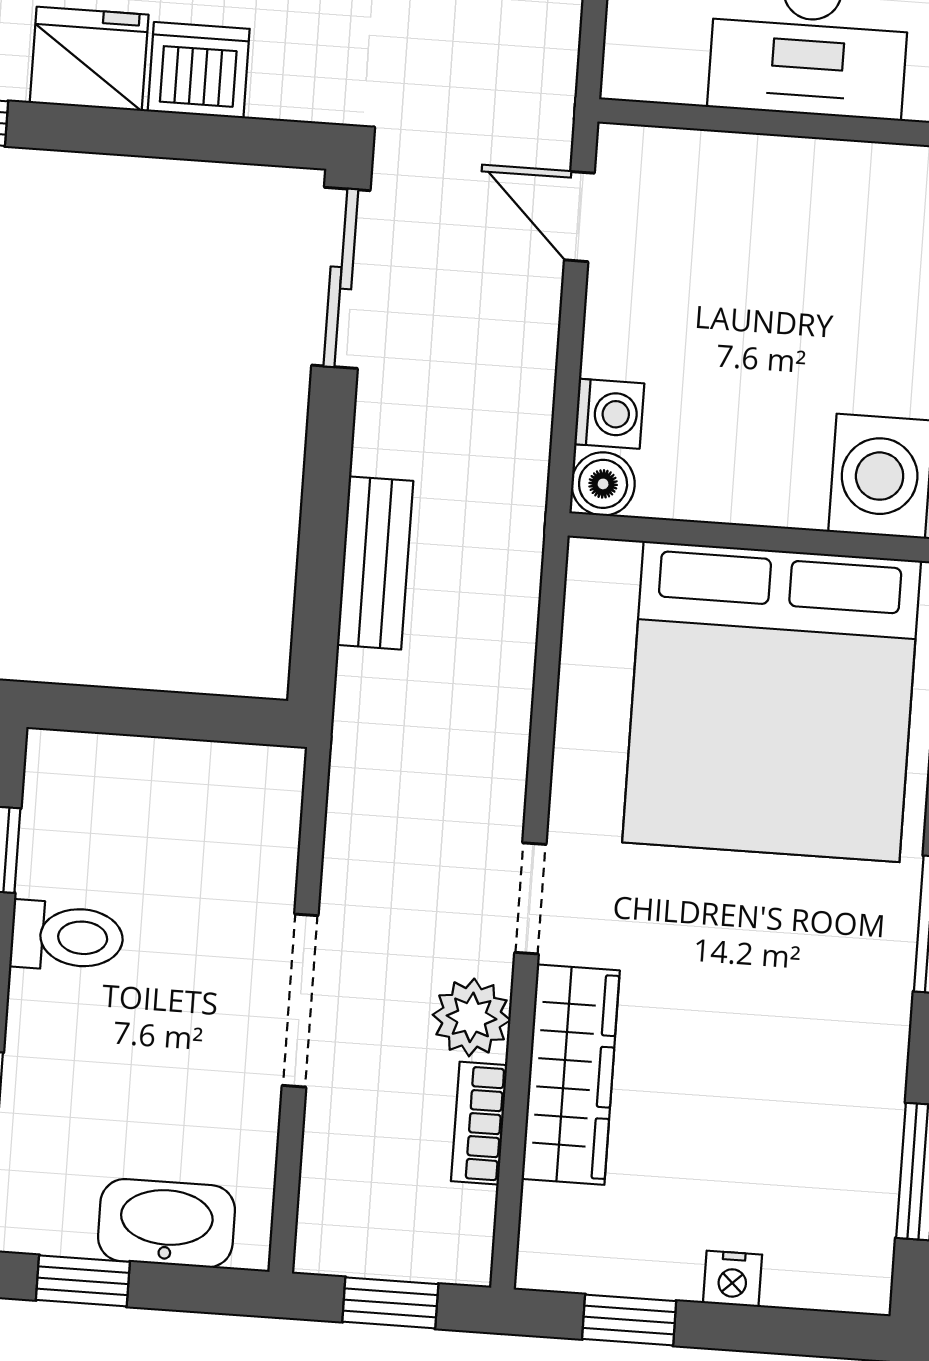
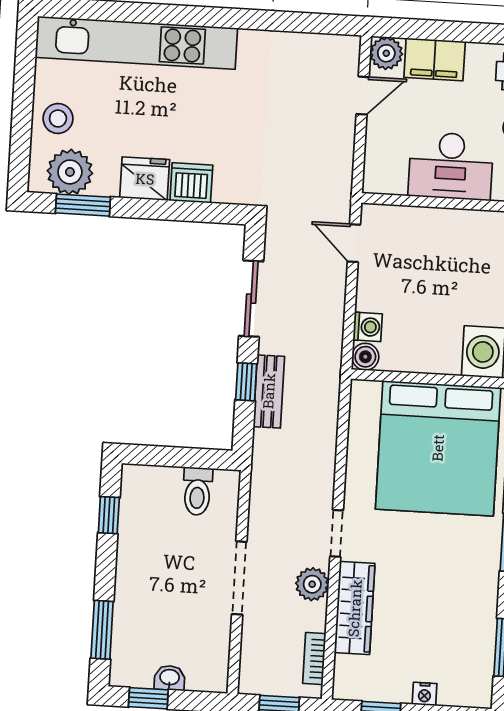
sliding door: (341, 278) -> (251, 299), moved
window: (322, 539) -> (246, 382), added
toilet: (67, 937) -> (197, 491), moved, turned 90
bookcase: (479, 1123) -> (314, 659), moved
washbasin: (166, 1223) -> (170, 678), width x0.52, depth x0.69

